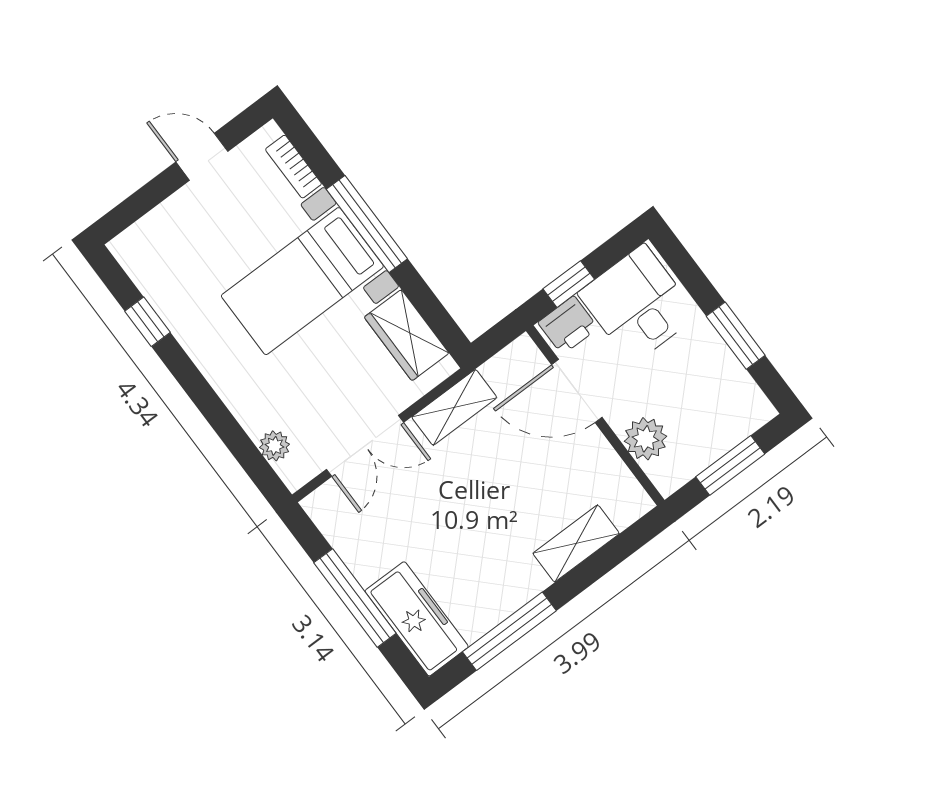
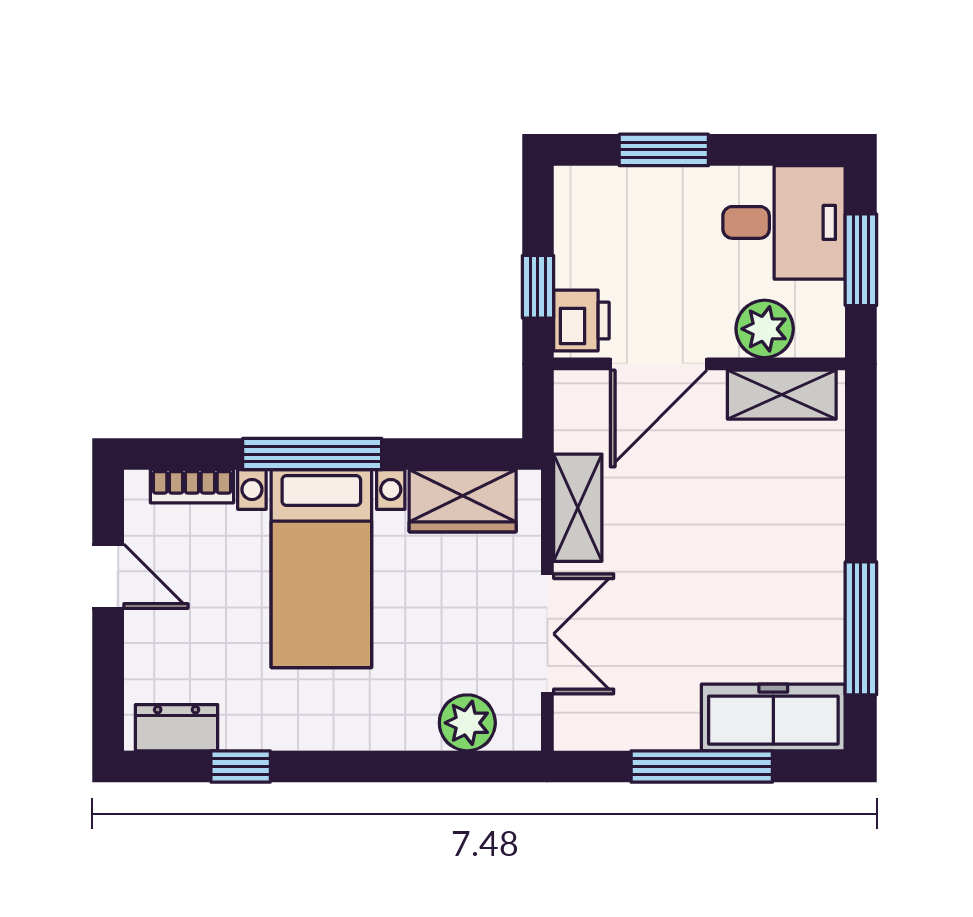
door: (202, 157) -> (108, 576), swing flipped
dresser: (142, 266) -> (177, 728), added
desk: (638, 304) -> (784, 222), moved, turned 180
window: (736, 336) -> (664, 150), moved
plant: (275, 446) -> (467, 723), width x1.38, depth x1.38
shelving: (576, 543) -> (782, 395), moved, turned 90

